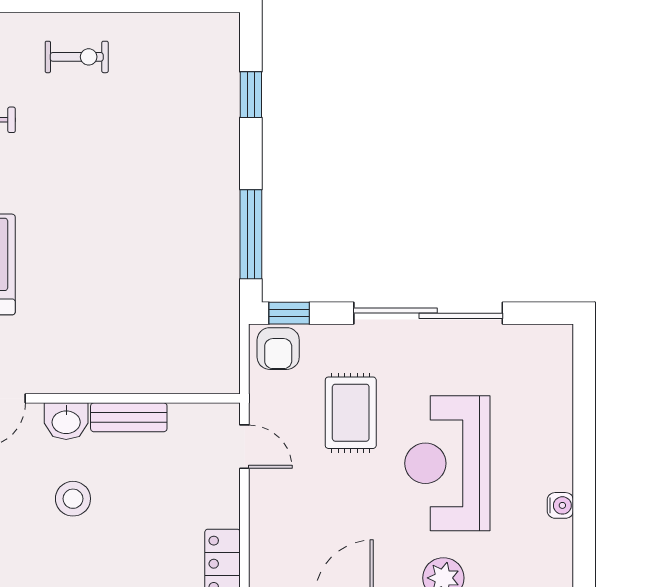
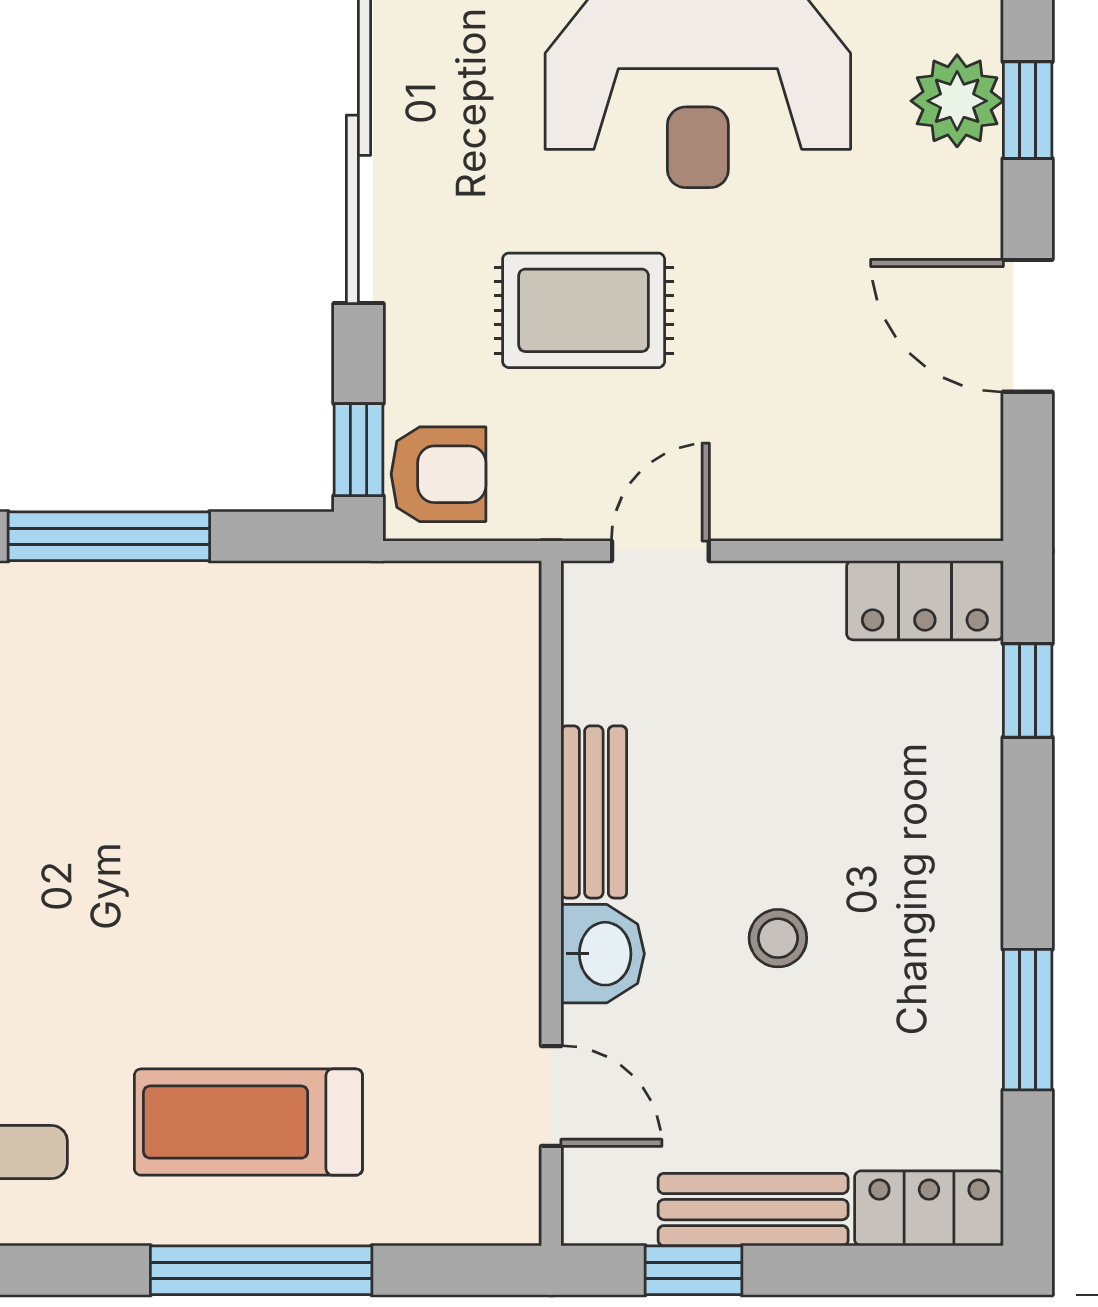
window: (251, 234) -> (109, 536), moved
stool: (73, 499) -> (778, 938), width x0.73, depth x0.73

